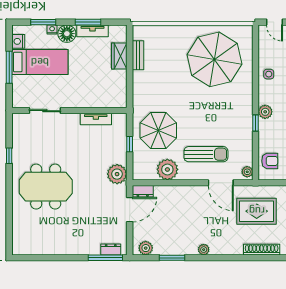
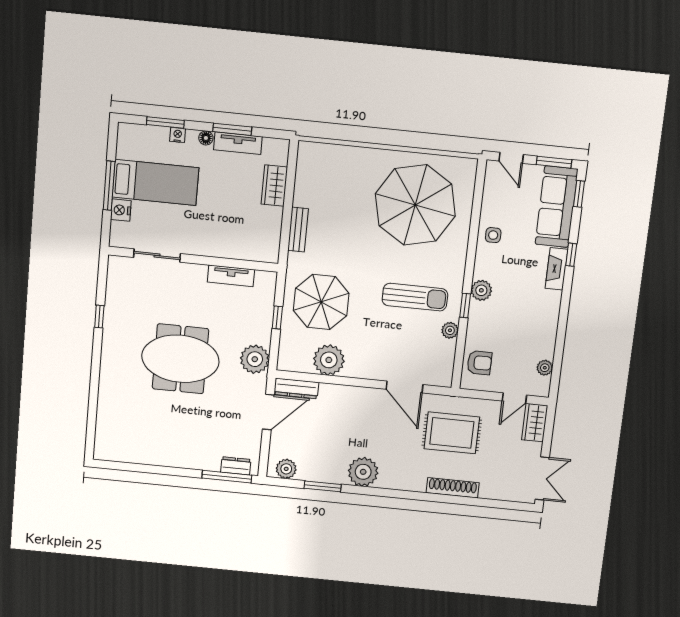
floor lamp: (67, 34) -> (206, 138), width x0.53, depth x0.53
nightstand: (18, 41) -> (121, 210), moved
bench: (138, 55) -> (298, 230), moved
sun lounger: (206, 154) -> (415, 297), moved
plant: (247, 172) -> (450, 330), moved
meeting table: (46, 187) -> (180, 359), moved
dresser: (143, 191) -> (296, 388), width x1.44
plant: (204, 250) -> (363, 472), width x1.87, depth x1.87

